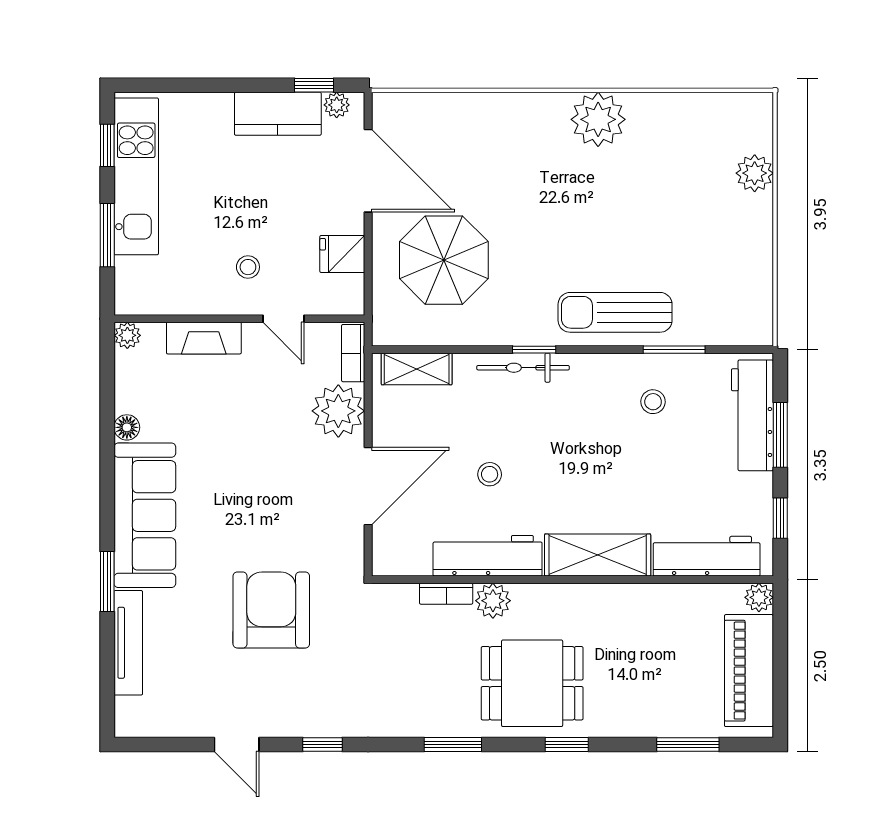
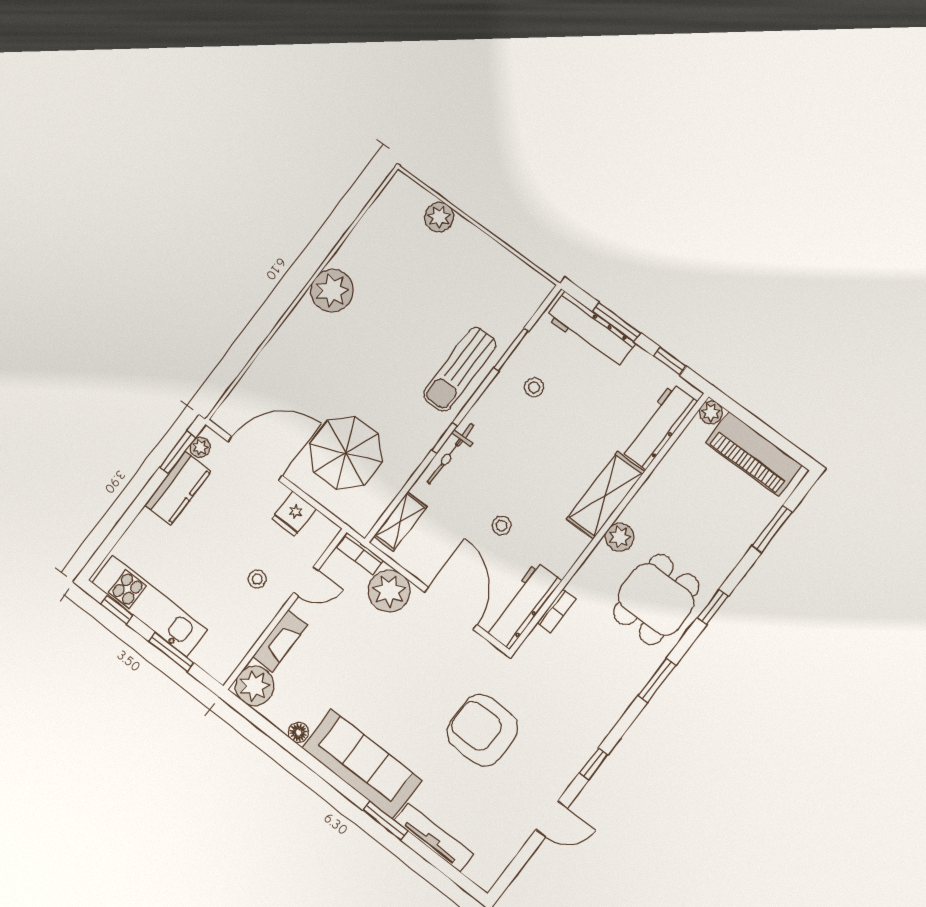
window: (314, 85) -> (178, 452), width x1.50
plant: (127, 335) -> (255, 686), width x1.88, depth x1.88
workbench: (488, 556) -> (523, 605), moved
plant: (493, 601) -> (620, 537), moved

